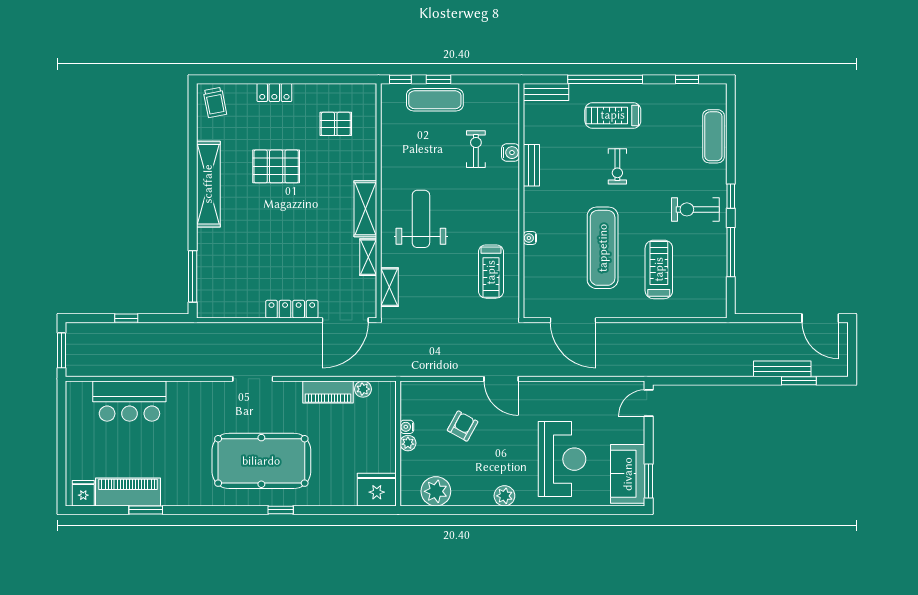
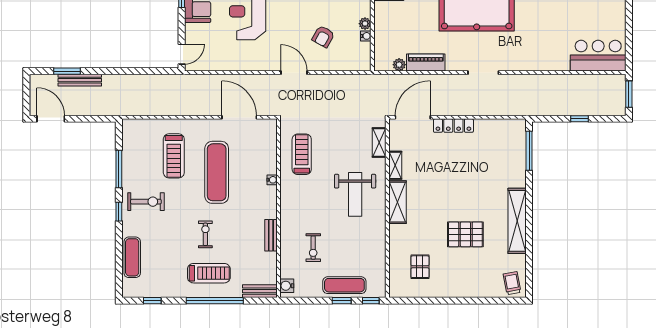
locker: (274, 93) -> (467, 291), removed
pallet: (336, 124) -> (420, 267), turned 90
water cooler: (511, 153) -> (287, 286), moved
bar counter: (129, 401) -> (598, 56), moved

